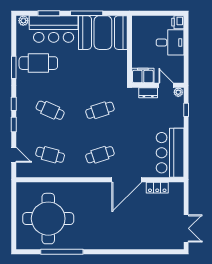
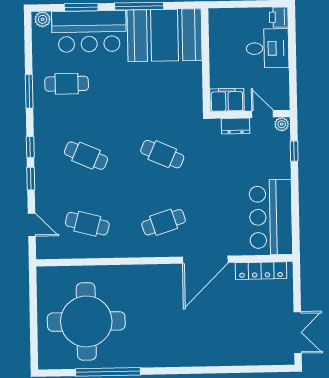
cafe table: (38, 63) -> (67, 84), width x0.73, depth x0.74
cafe table: (100, 110) -> (162, 154), turned 42
locker: (157, 188) -> (261, 271), width x1.53

